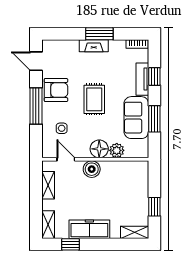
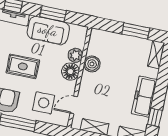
side table: (62, 128) -> (44, 103), width x1.87, depth x1.87
boiler: (92, 169) -> (92, 64), moved
window: (154, 207) -> (136, 31), width x1.50

